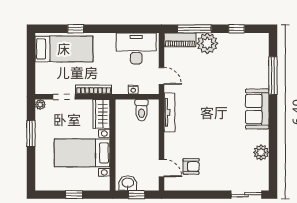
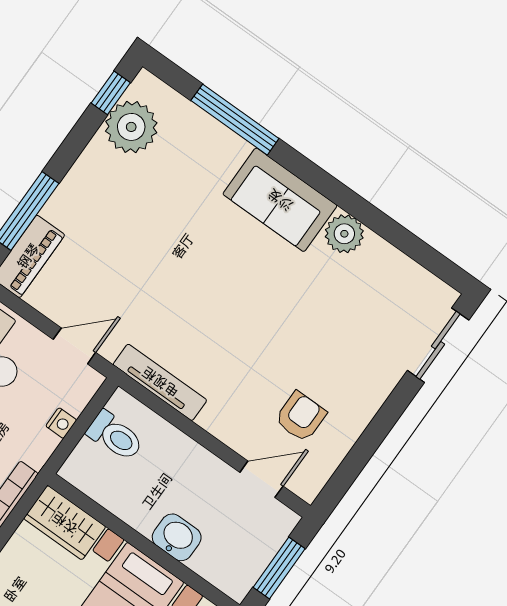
window: (236, 29) -> (111, 93), moved
plant: (207, 43) -> (131, 127), moved
plant: (261, 152) -> (344, 234), moved
washbasin: (128, 183) -> (177, 537), moved, turned 90
window: (137, 195) -> (279, 568), width x1.50

